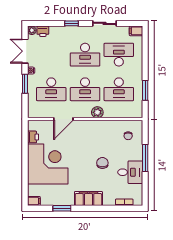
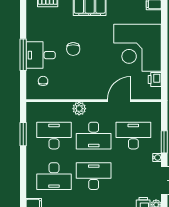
desk: (85, 89) -> (94, 136), turned 180
desk: (130, 172) -> (41, 55), moved

